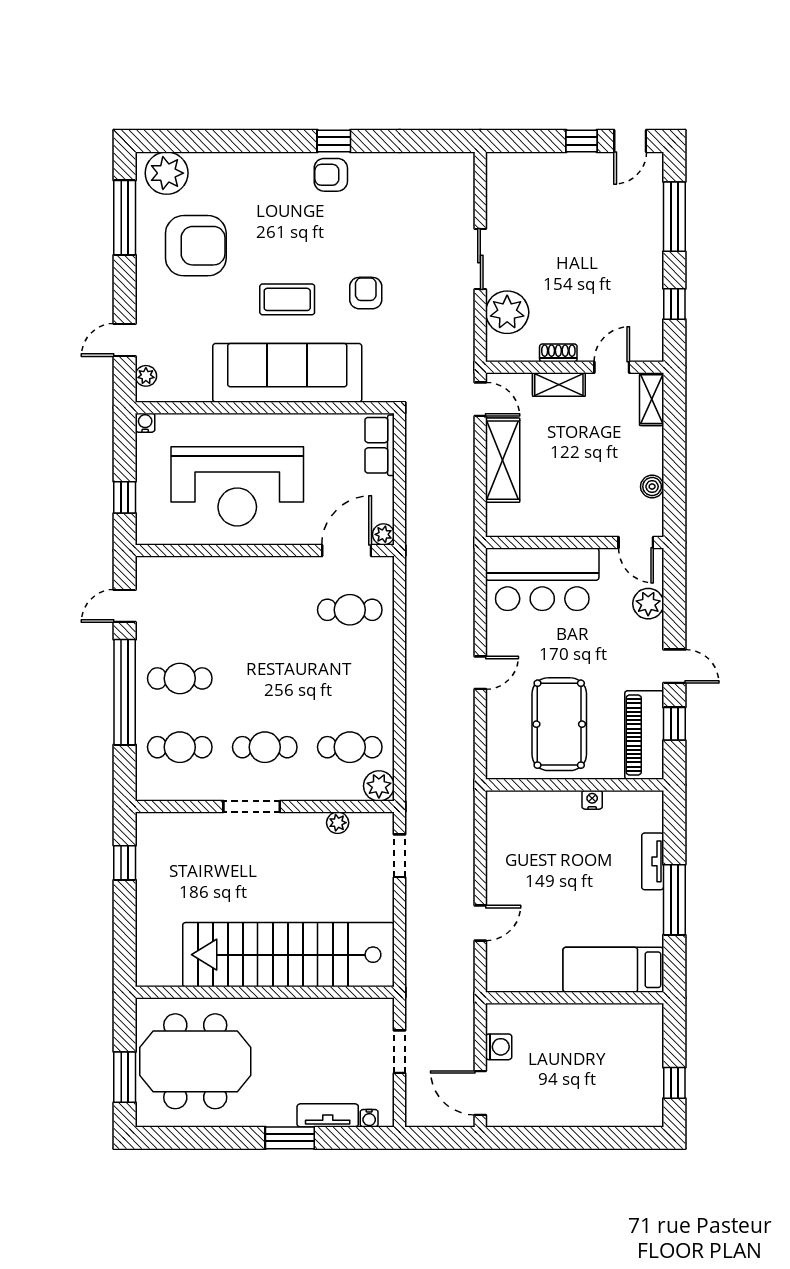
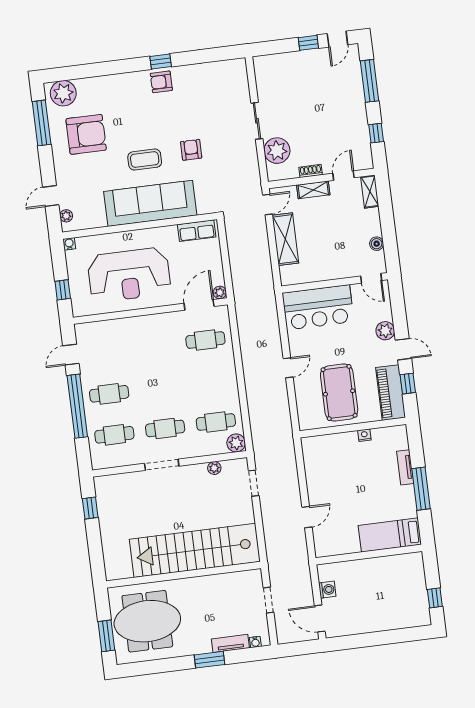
door: (480, 399) -> (267, 205), hinge flipped
row of seats: (380, 445) -> (197, 231), moved, turned -90
plant: (648, 604) -> (385, 331), moved

